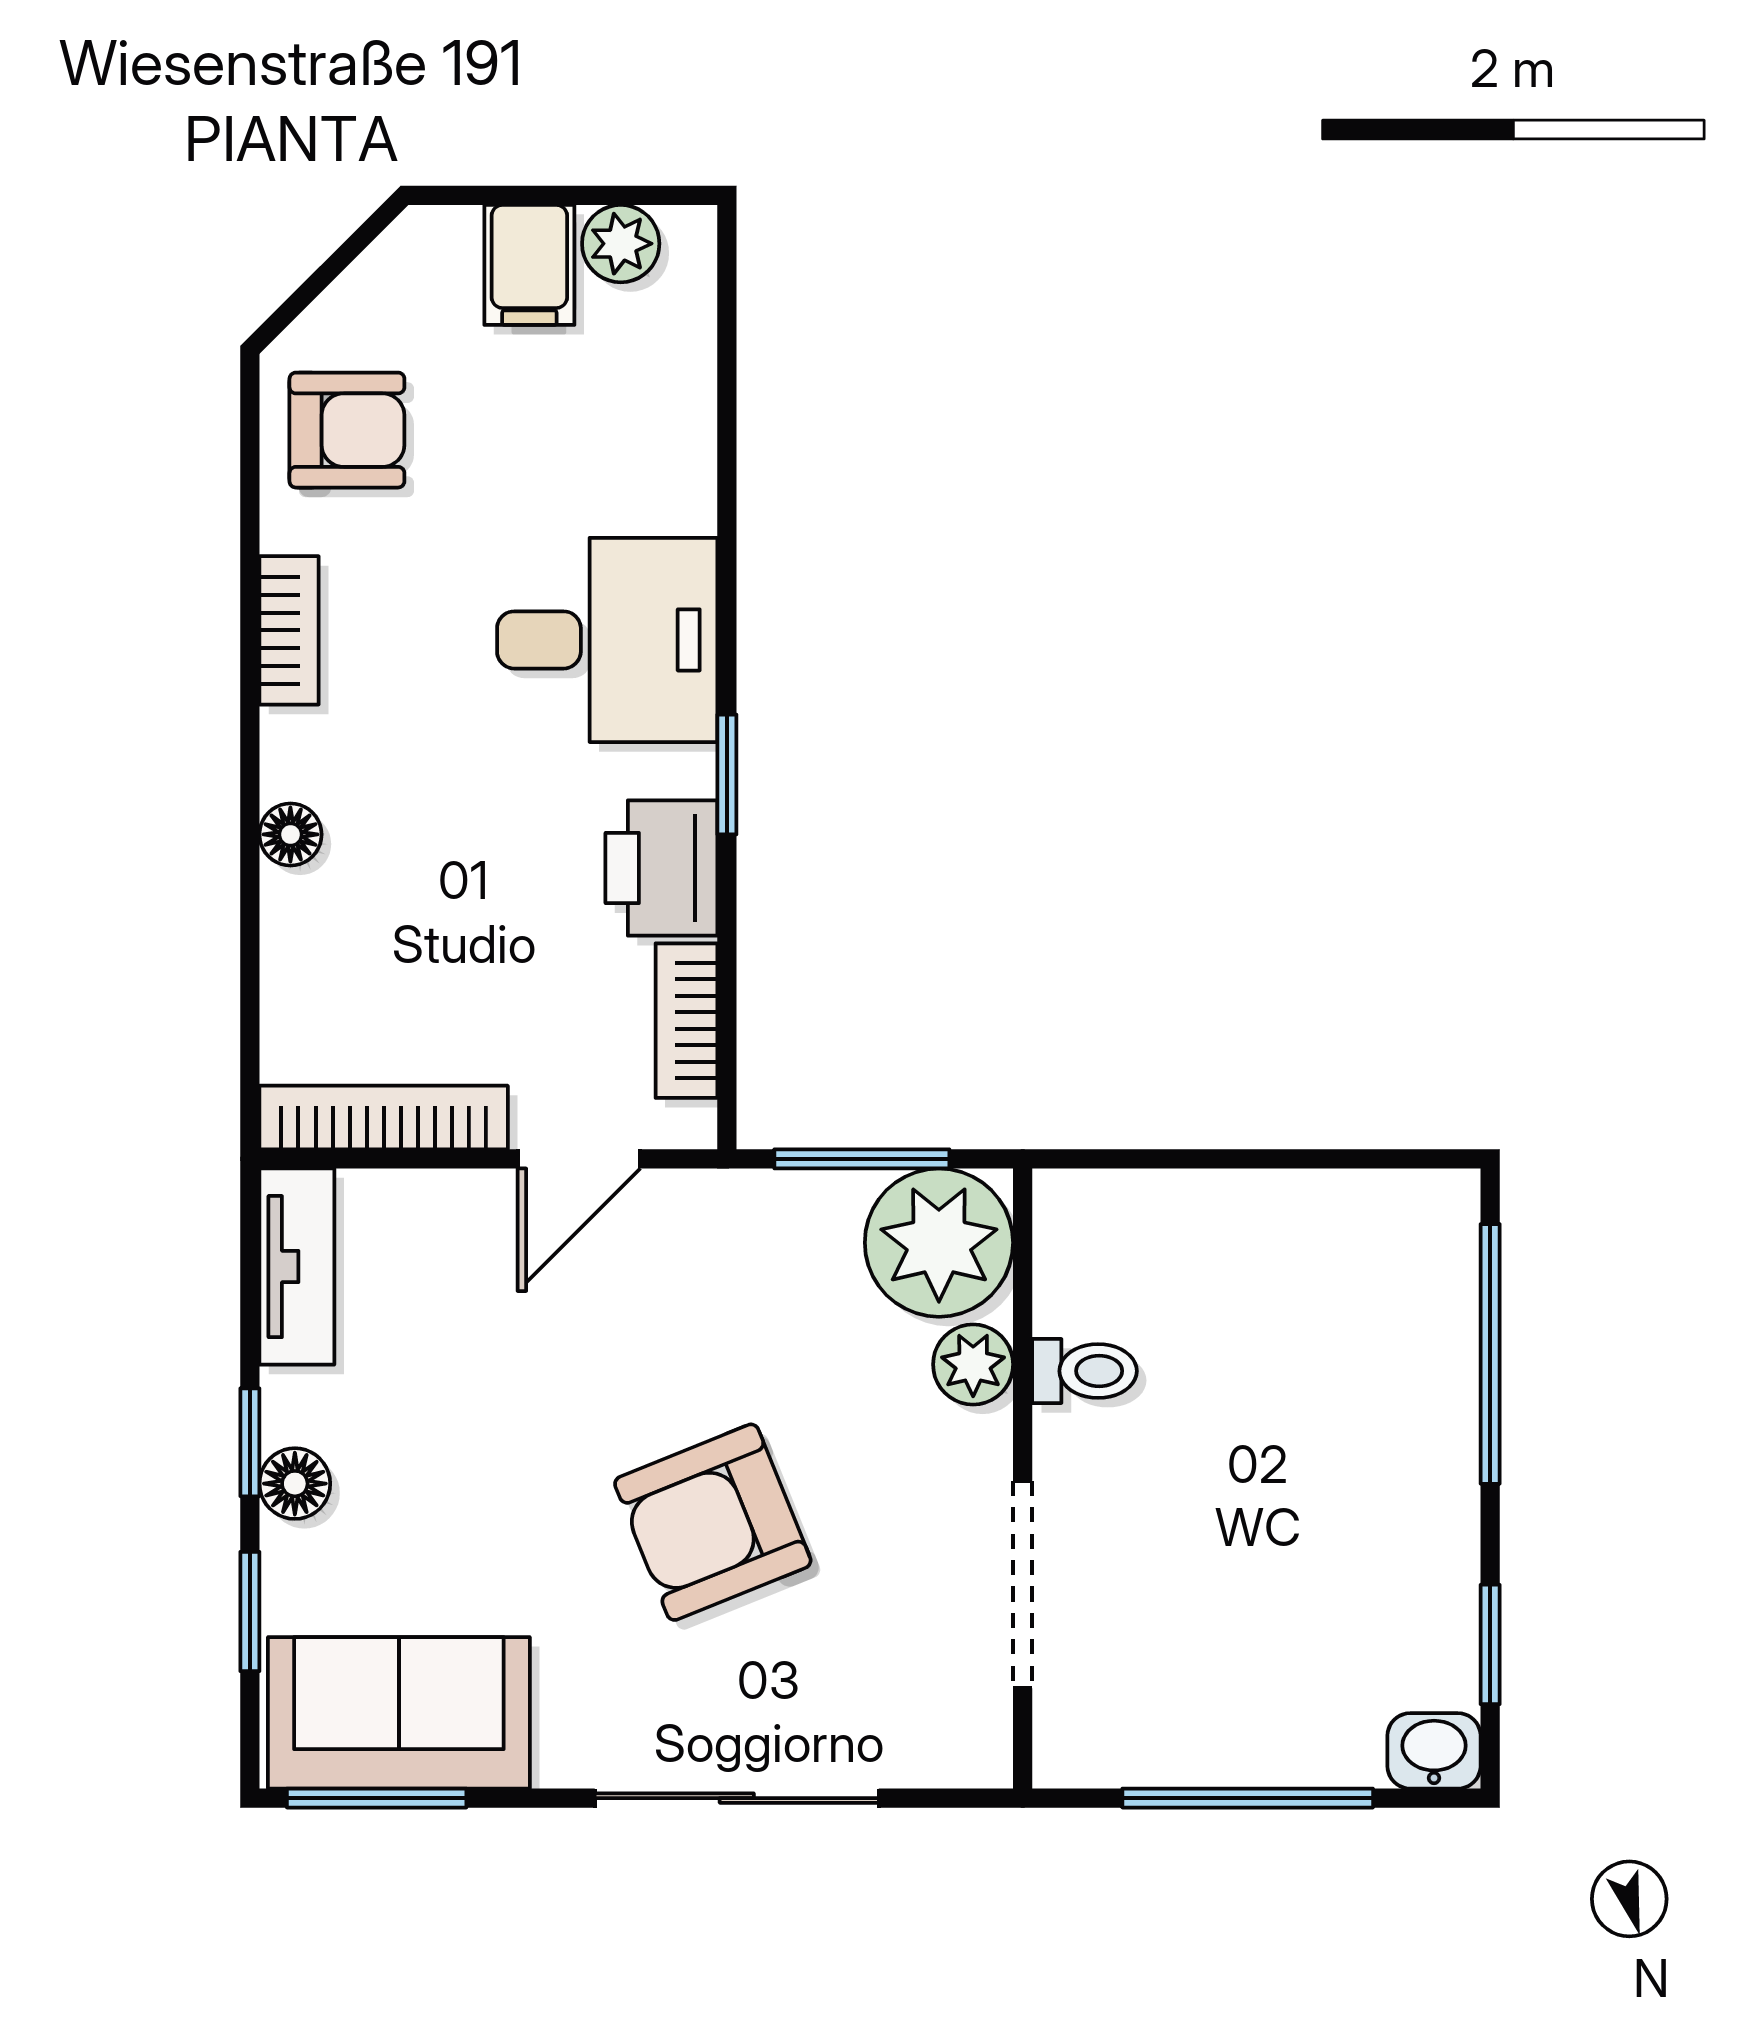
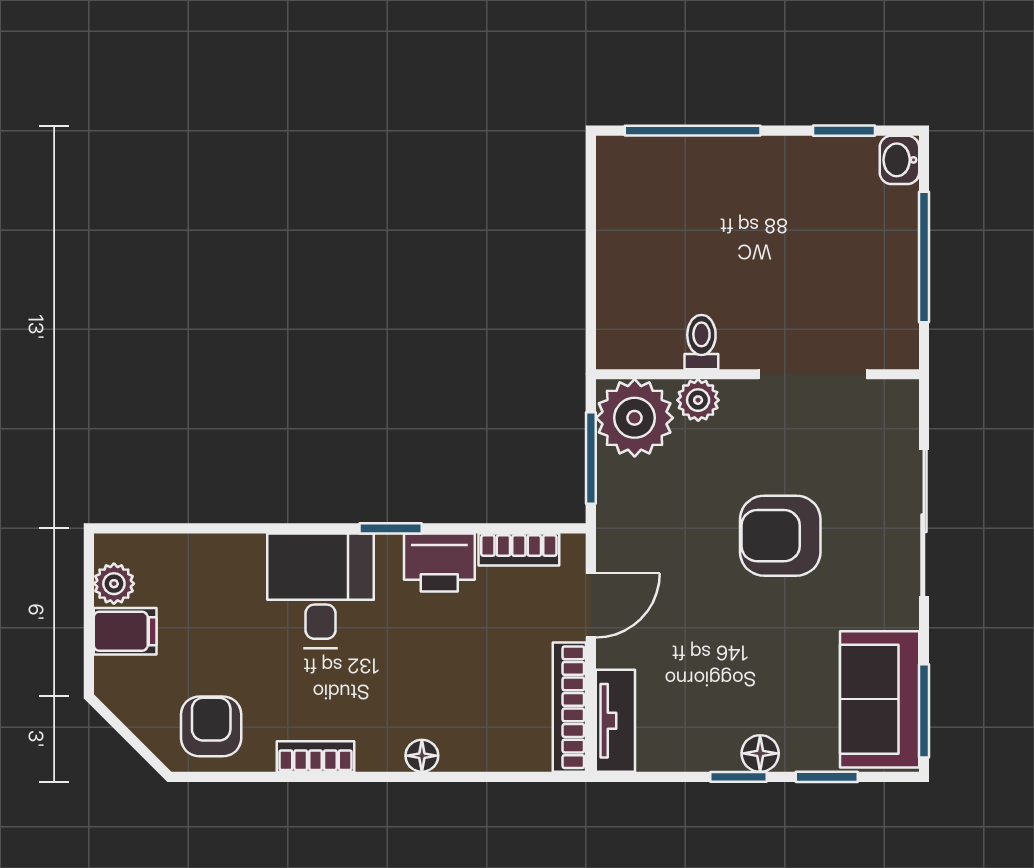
door: (579, 1159) -> (591, 605), hinge flipped
tv unit: (297, 1267) -> (615, 721), moved, turned 90
armchair: (713, 1522) -> (780, 536), turned 112

